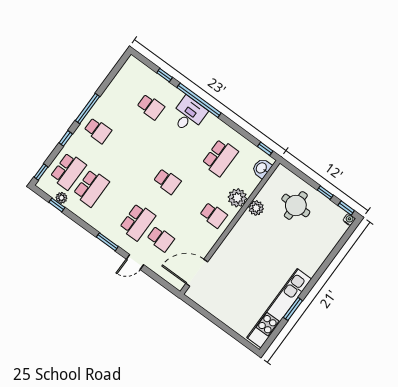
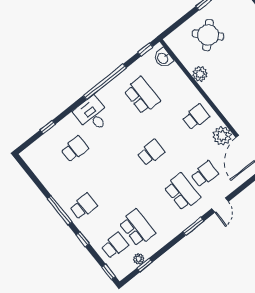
window: (199, 100) -> (105, 82), moved
school desk: (68, 171) -> (115, 246), width x0.54
plant: (237, 198) -> (222, 136), moved
round table: (296, 205) -> (208, 35), turned 45

